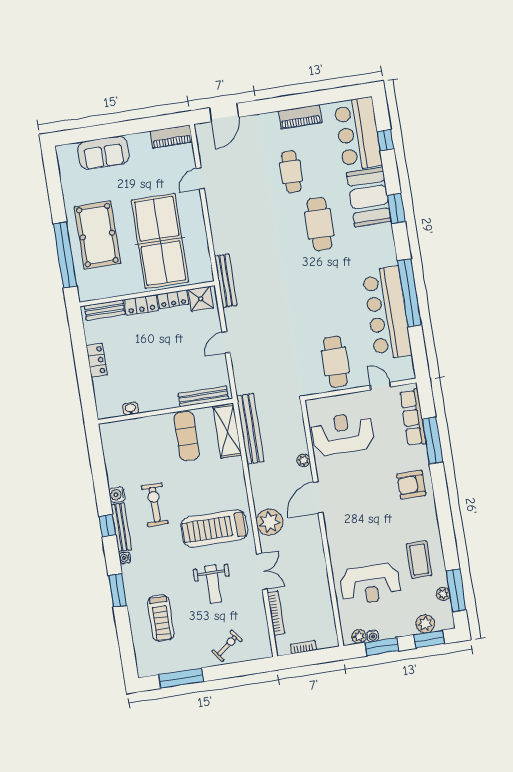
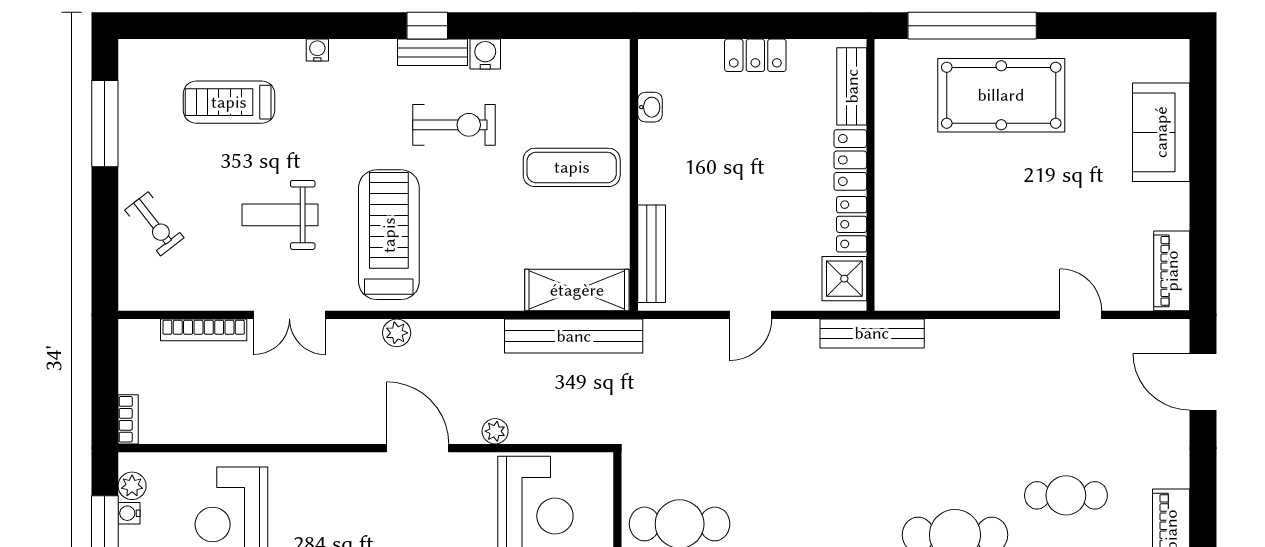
table tennis table: (160, 241) -> (970, 217), removed
door: (226, 342) -> (751, 315), swing flipped
exercise mat: (187, 436) -> (572, 167), moved
plant: (269, 522) -> (397, 333), width x0.53, depth x0.53
bench: (121, 527) -> (433, 52), width x0.73
water cooler: (125, 558) -> (317, 50), moved
window: (118, 590) -> (297, 26), removed
bookcase: (303, 647) -> (128, 419), moved

